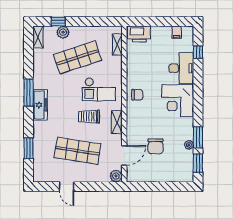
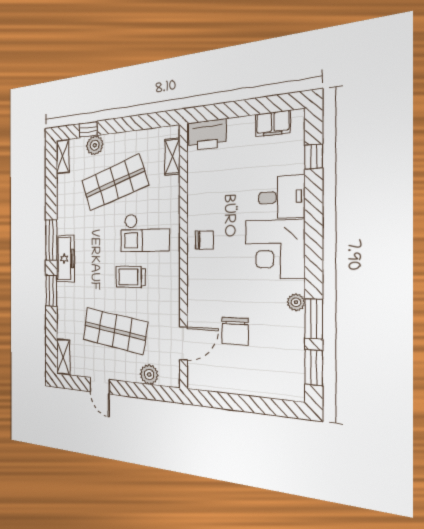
filing cabinet: (177, 32) -> (273, 124), width x2.00
desk: (181, 68) -> (281, 197), width x0.73
shelving: (117, 122) -> (63, 357), moved
plant: (189, 145) -> (296, 302), moved
window: (29, 148) -> (51, 291), moved
plant: (116, 176) -> (149, 375), moved

